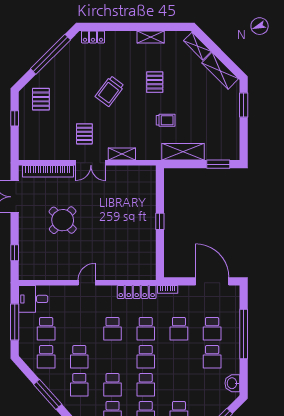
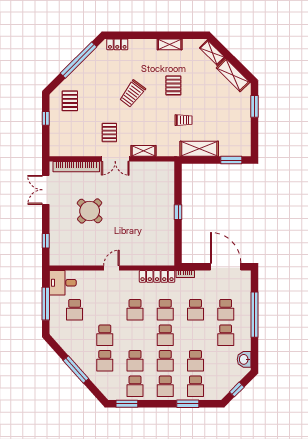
school desk: (46, 357) -> (195, 361), moved

